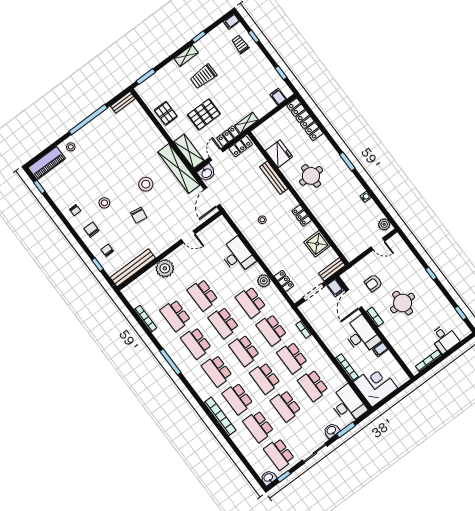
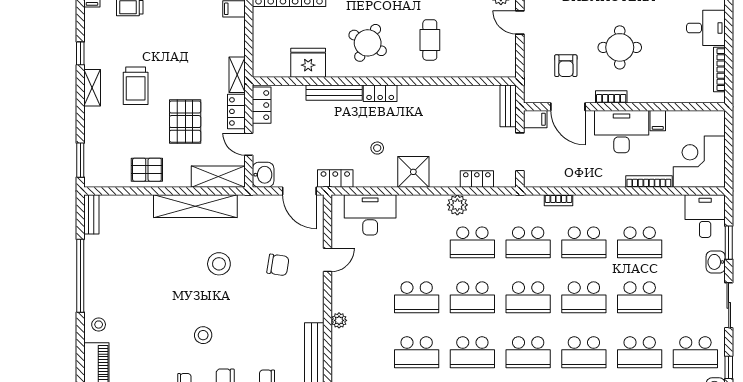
shelving: (179, 168) -> (195, 206), moved
round table: (311, 176) -> (368, 43), turned 30
cafe table: (336, 206) -> (430, 40), added
locker: (232, 210) -> (335, 178), added
chair: (139, 215) -> (278, 265), moved
locker: (302, 216) -> (380, 93), moved
shower: (317, 244) -> (413, 172), moved
door: (378, 244) -> (520, 22), swing flipped
desk: (237, 256) -> (370, 215), moved
plant: (165, 268) -> (339, 320), width x0.53, depth x0.53
desk: (348, 405) -> (705, 216), width x0.73

